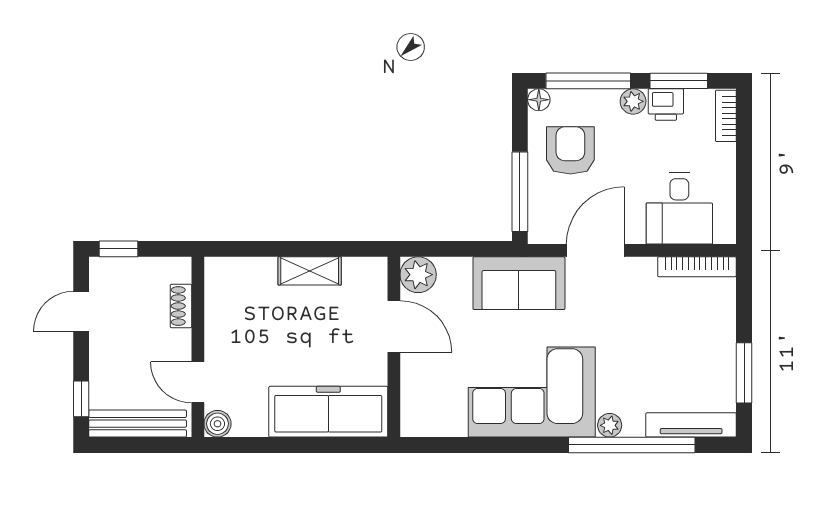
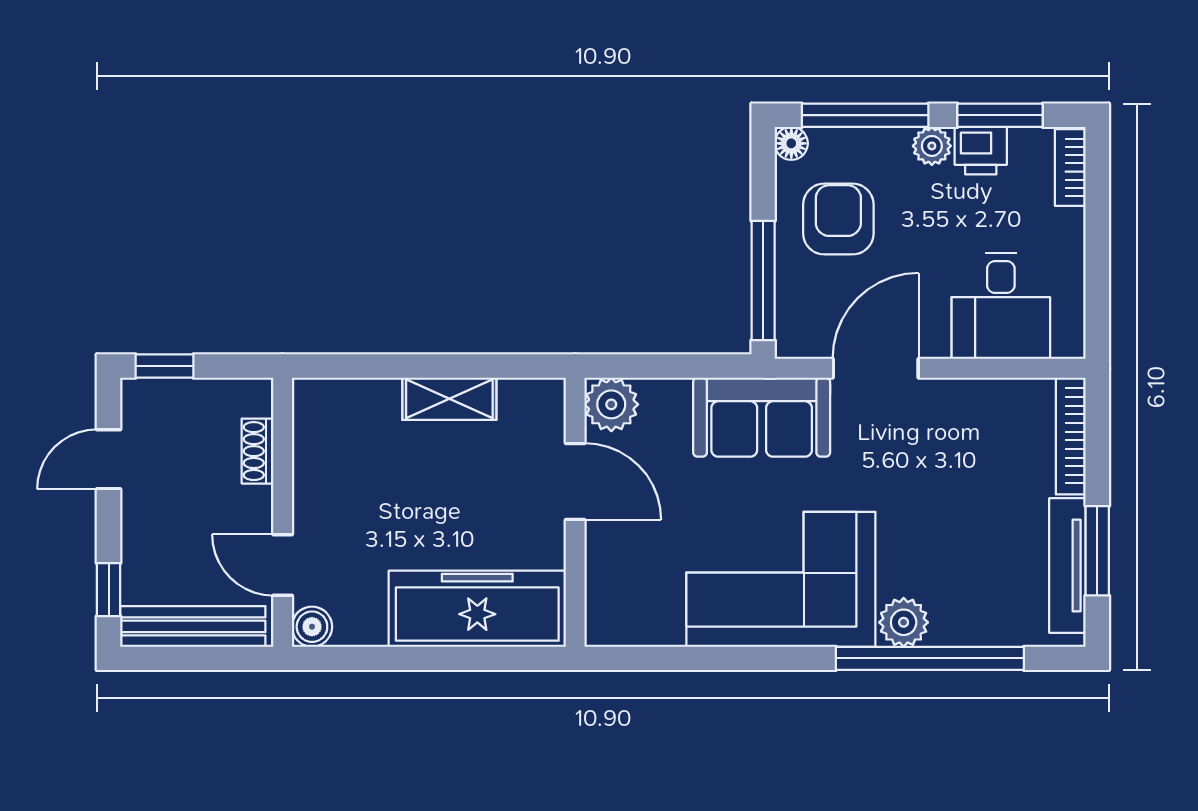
bookcase: (697, 267) -> (1071, 436), moved, turned 90
plant: (610, 425) -> (904, 622), width x1.38, depth x1.38
tv unit: (691, 425) -> (1067, 565), moved, turned -90

